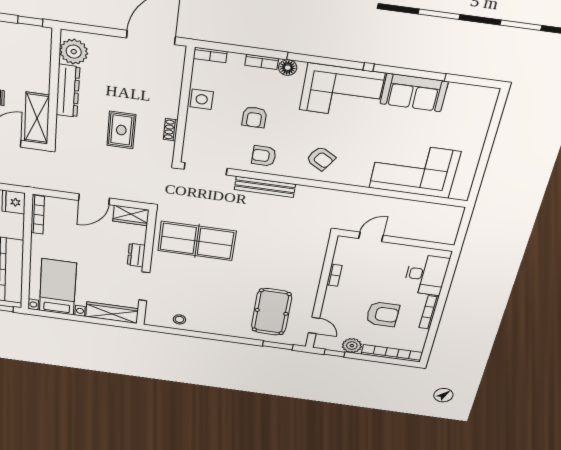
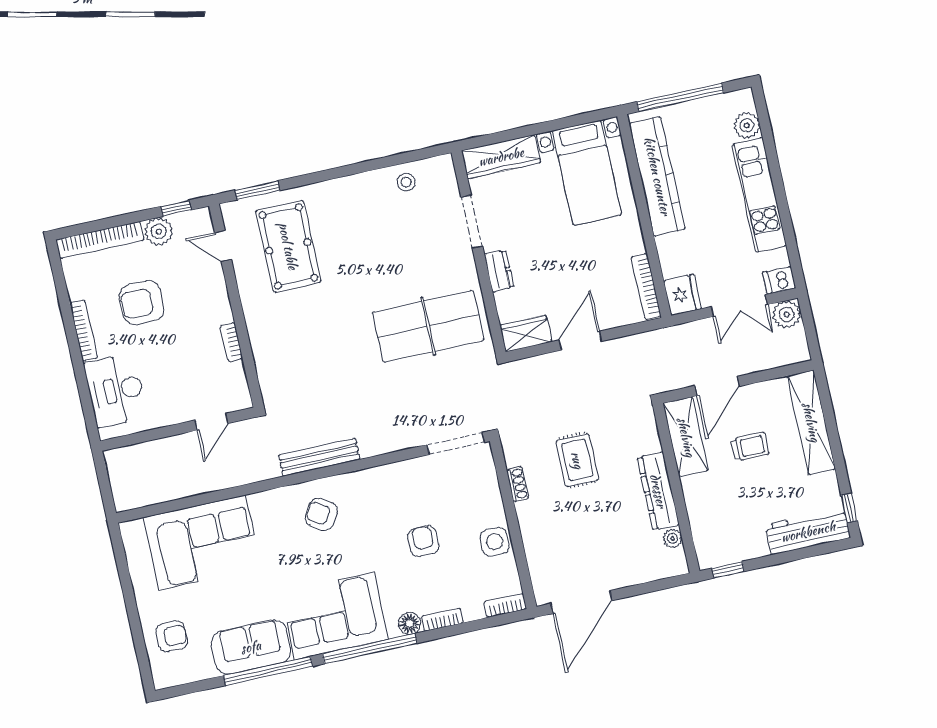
plant: (74, 52) -> (673, 538), width x0.53, depth x0.53
armchair: (264, 156) -> (172, 636), moved
bench: (265, 187) -> (319, 457), moved

